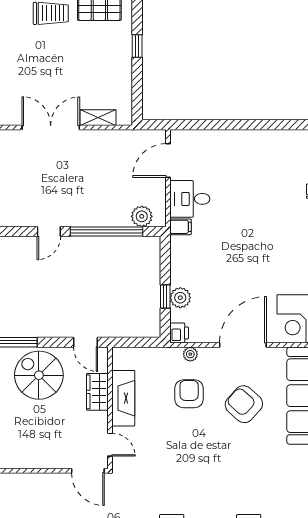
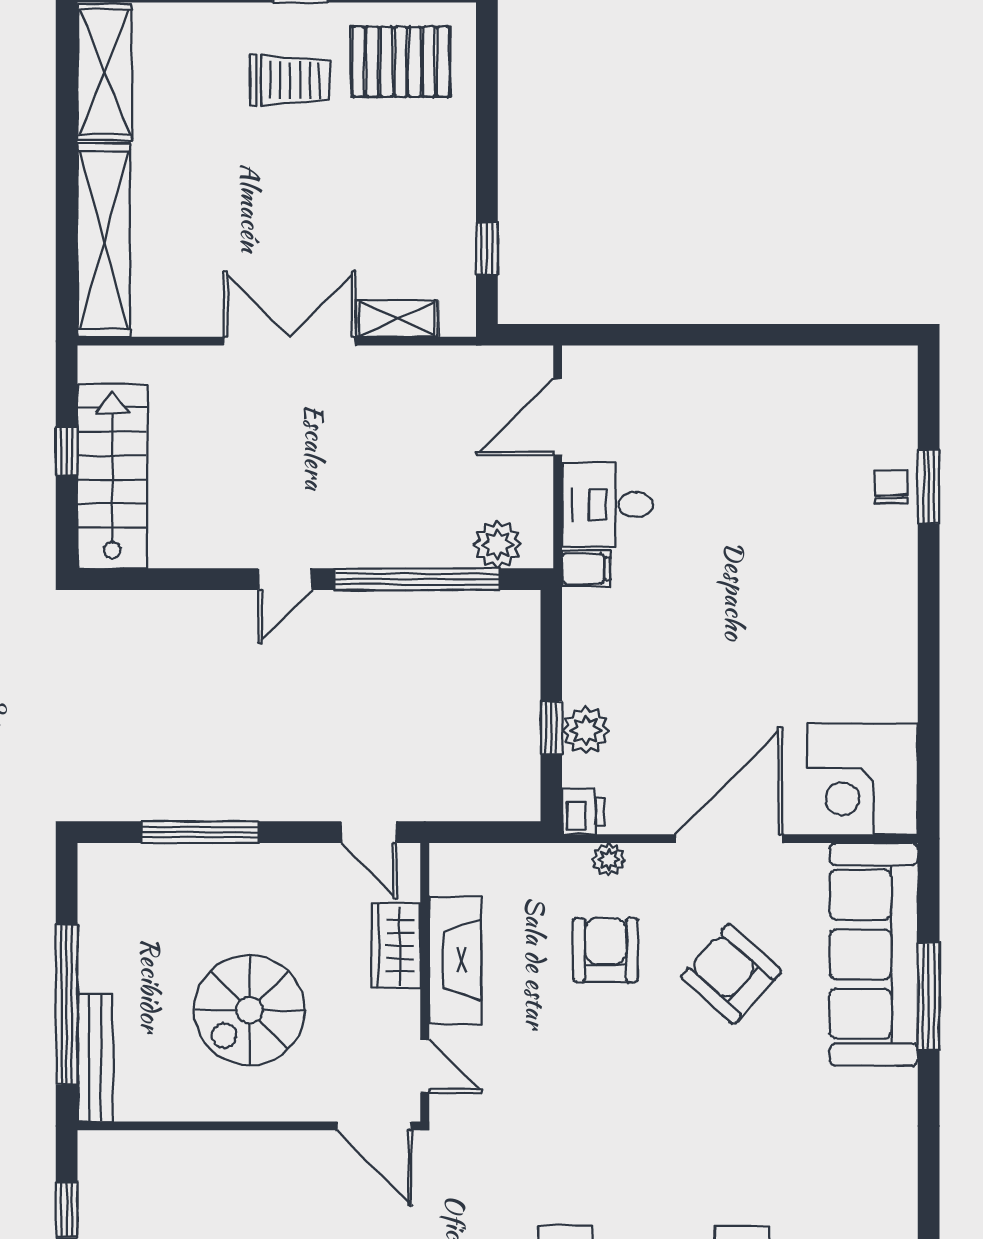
window: (137, 46) -> (487, 249), moved
spiral stairs: (39, 375) -> (250, 1010), moved, turned -90

